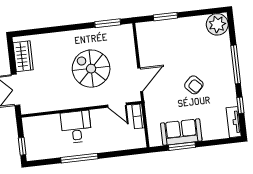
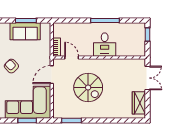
corner sofa: (167, 40) -> (28, 102), added

